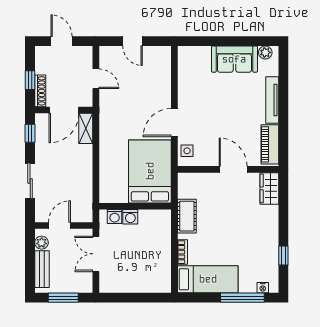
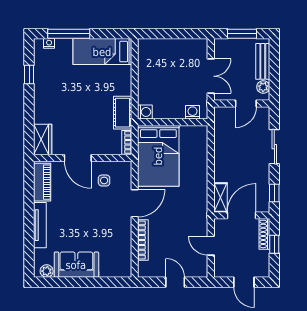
bookcase: (166, 85) -> (143, 240), added
side table: (187, 151) -> (104, 180), moved
washing machine: (130, 217) -> (145, 112), moved, turned 90
bookcase: (183, 252) -> (127, 142), moved

